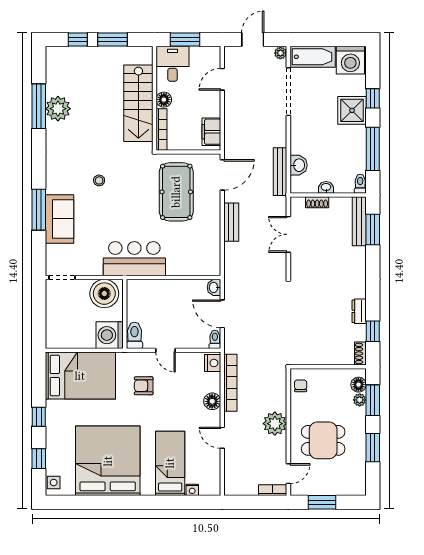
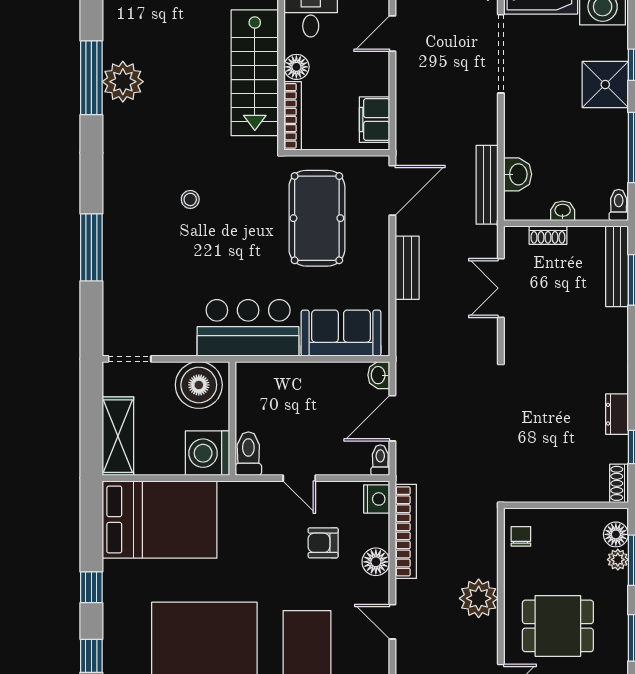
sofa: (59, 219) -> (341, 333), moved, turned -90
door: (222, 314) -> (392, 418), hinge flipped
shelving: (55, 325) -> (118, 436), added
armchair: (144, 386) -> (323, 543), moved

